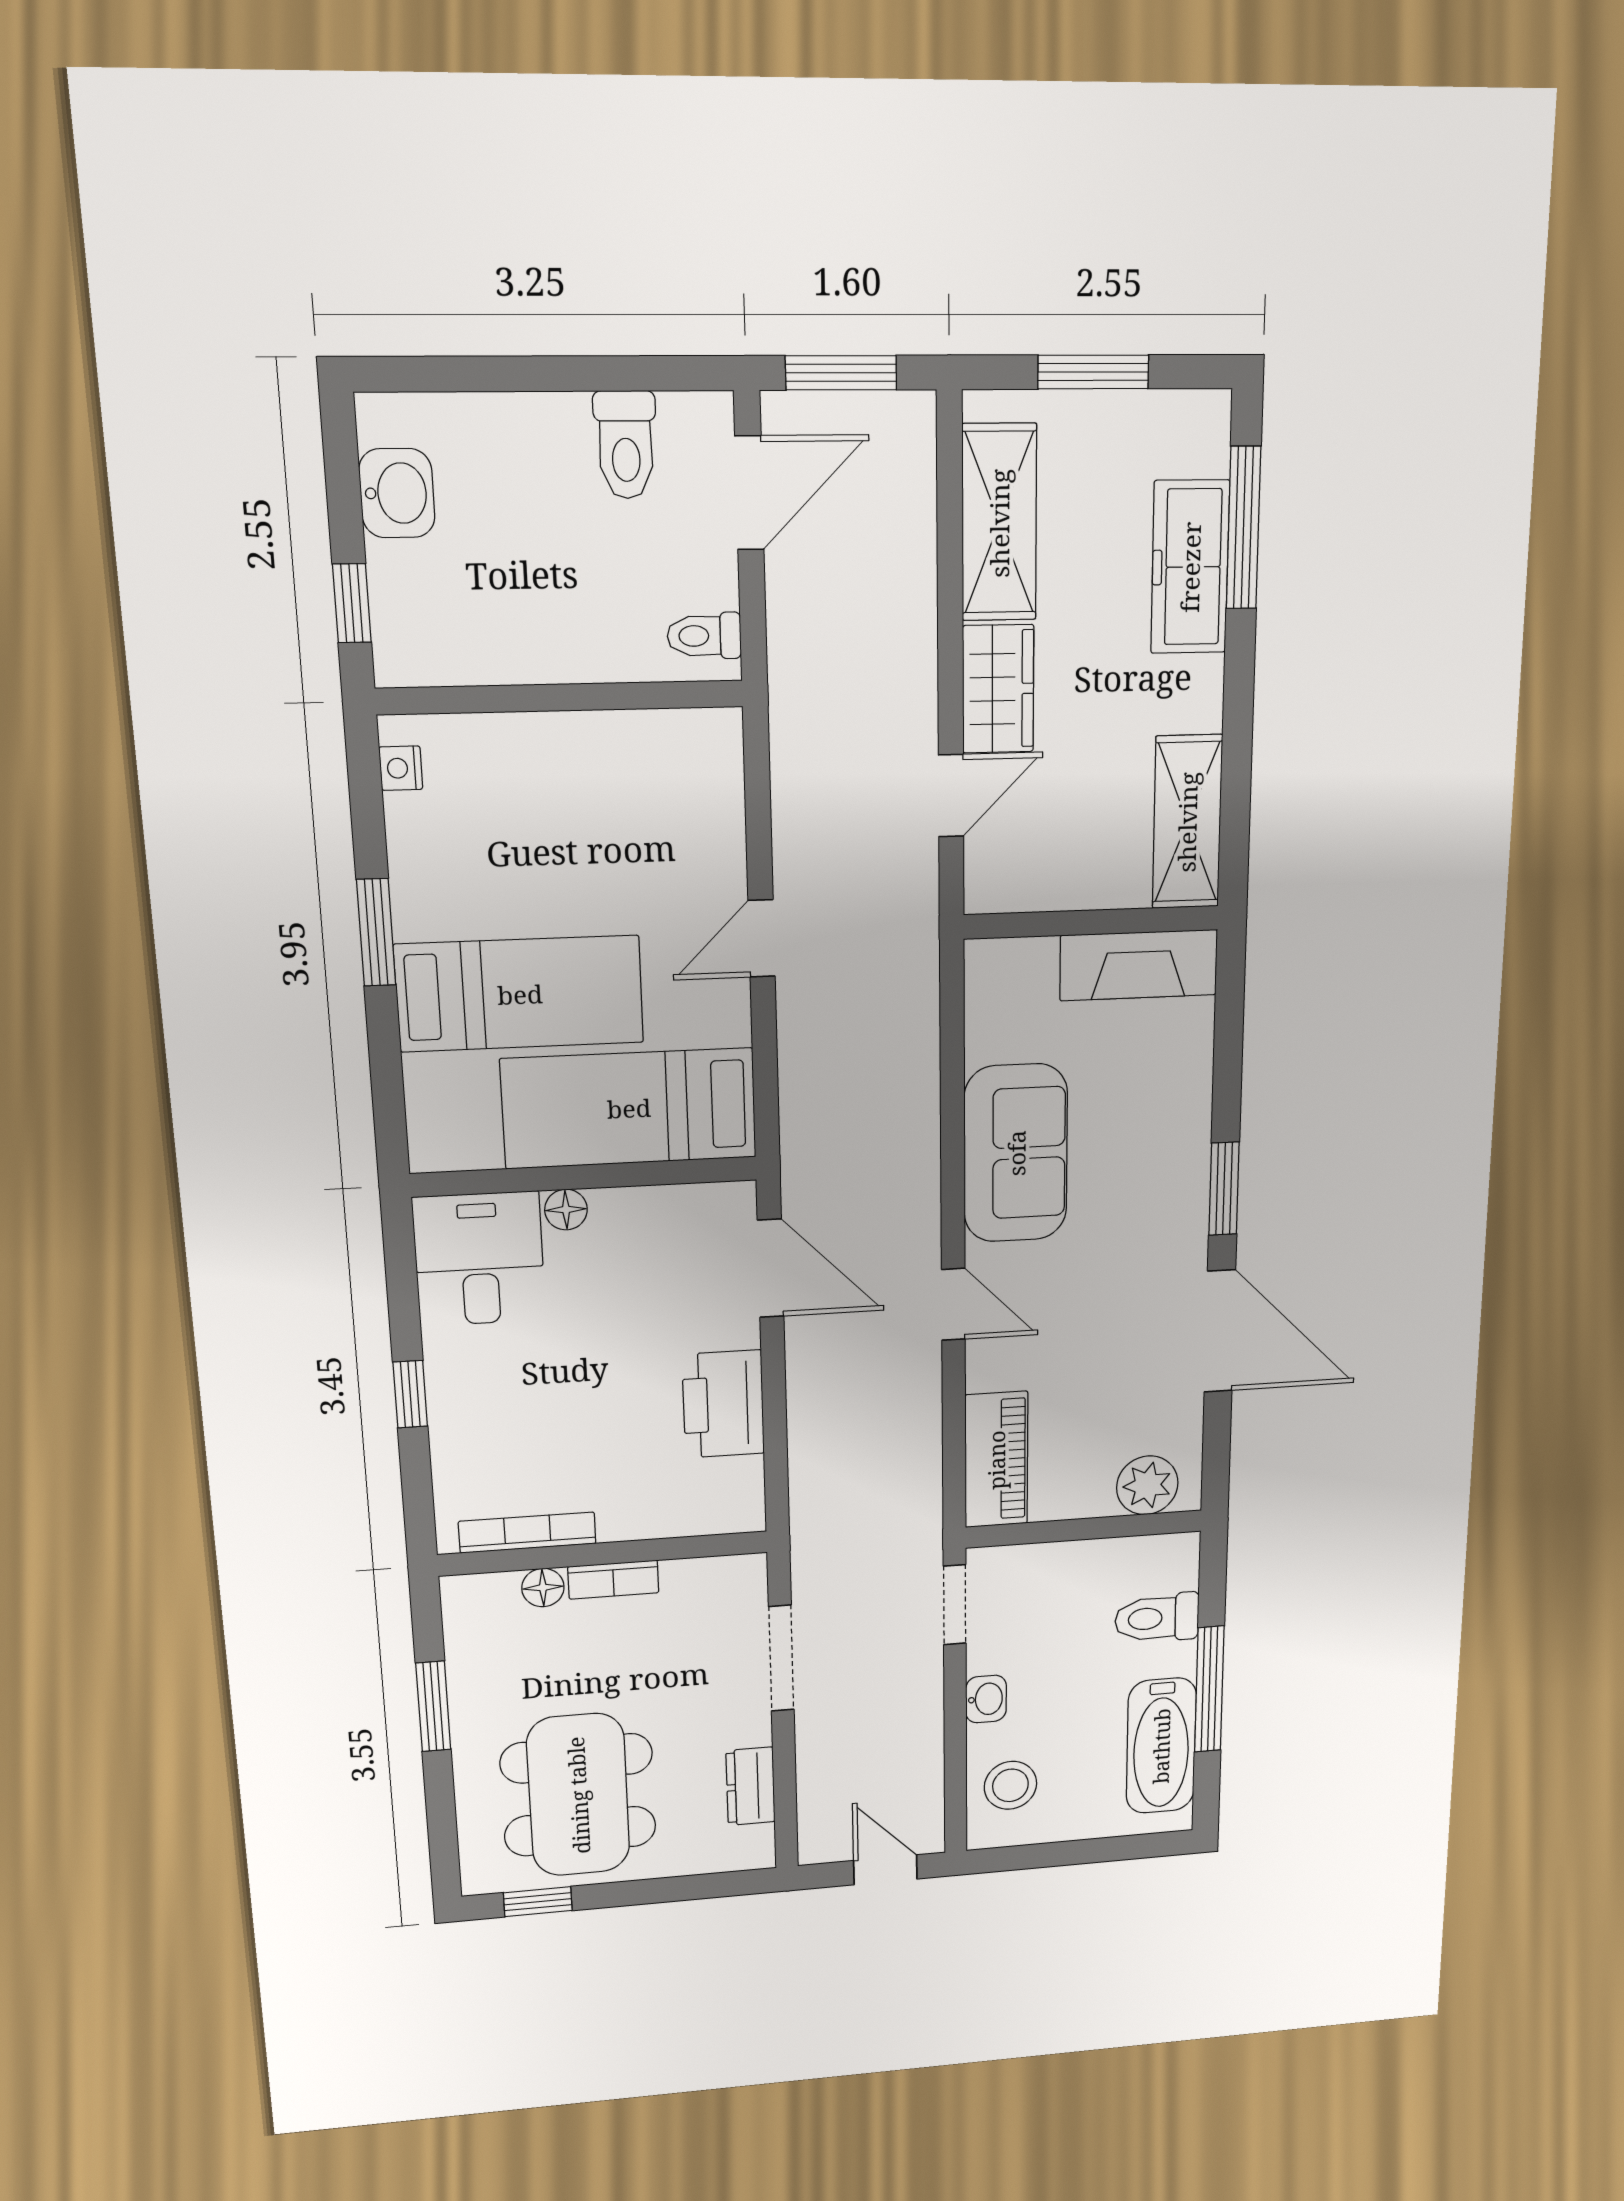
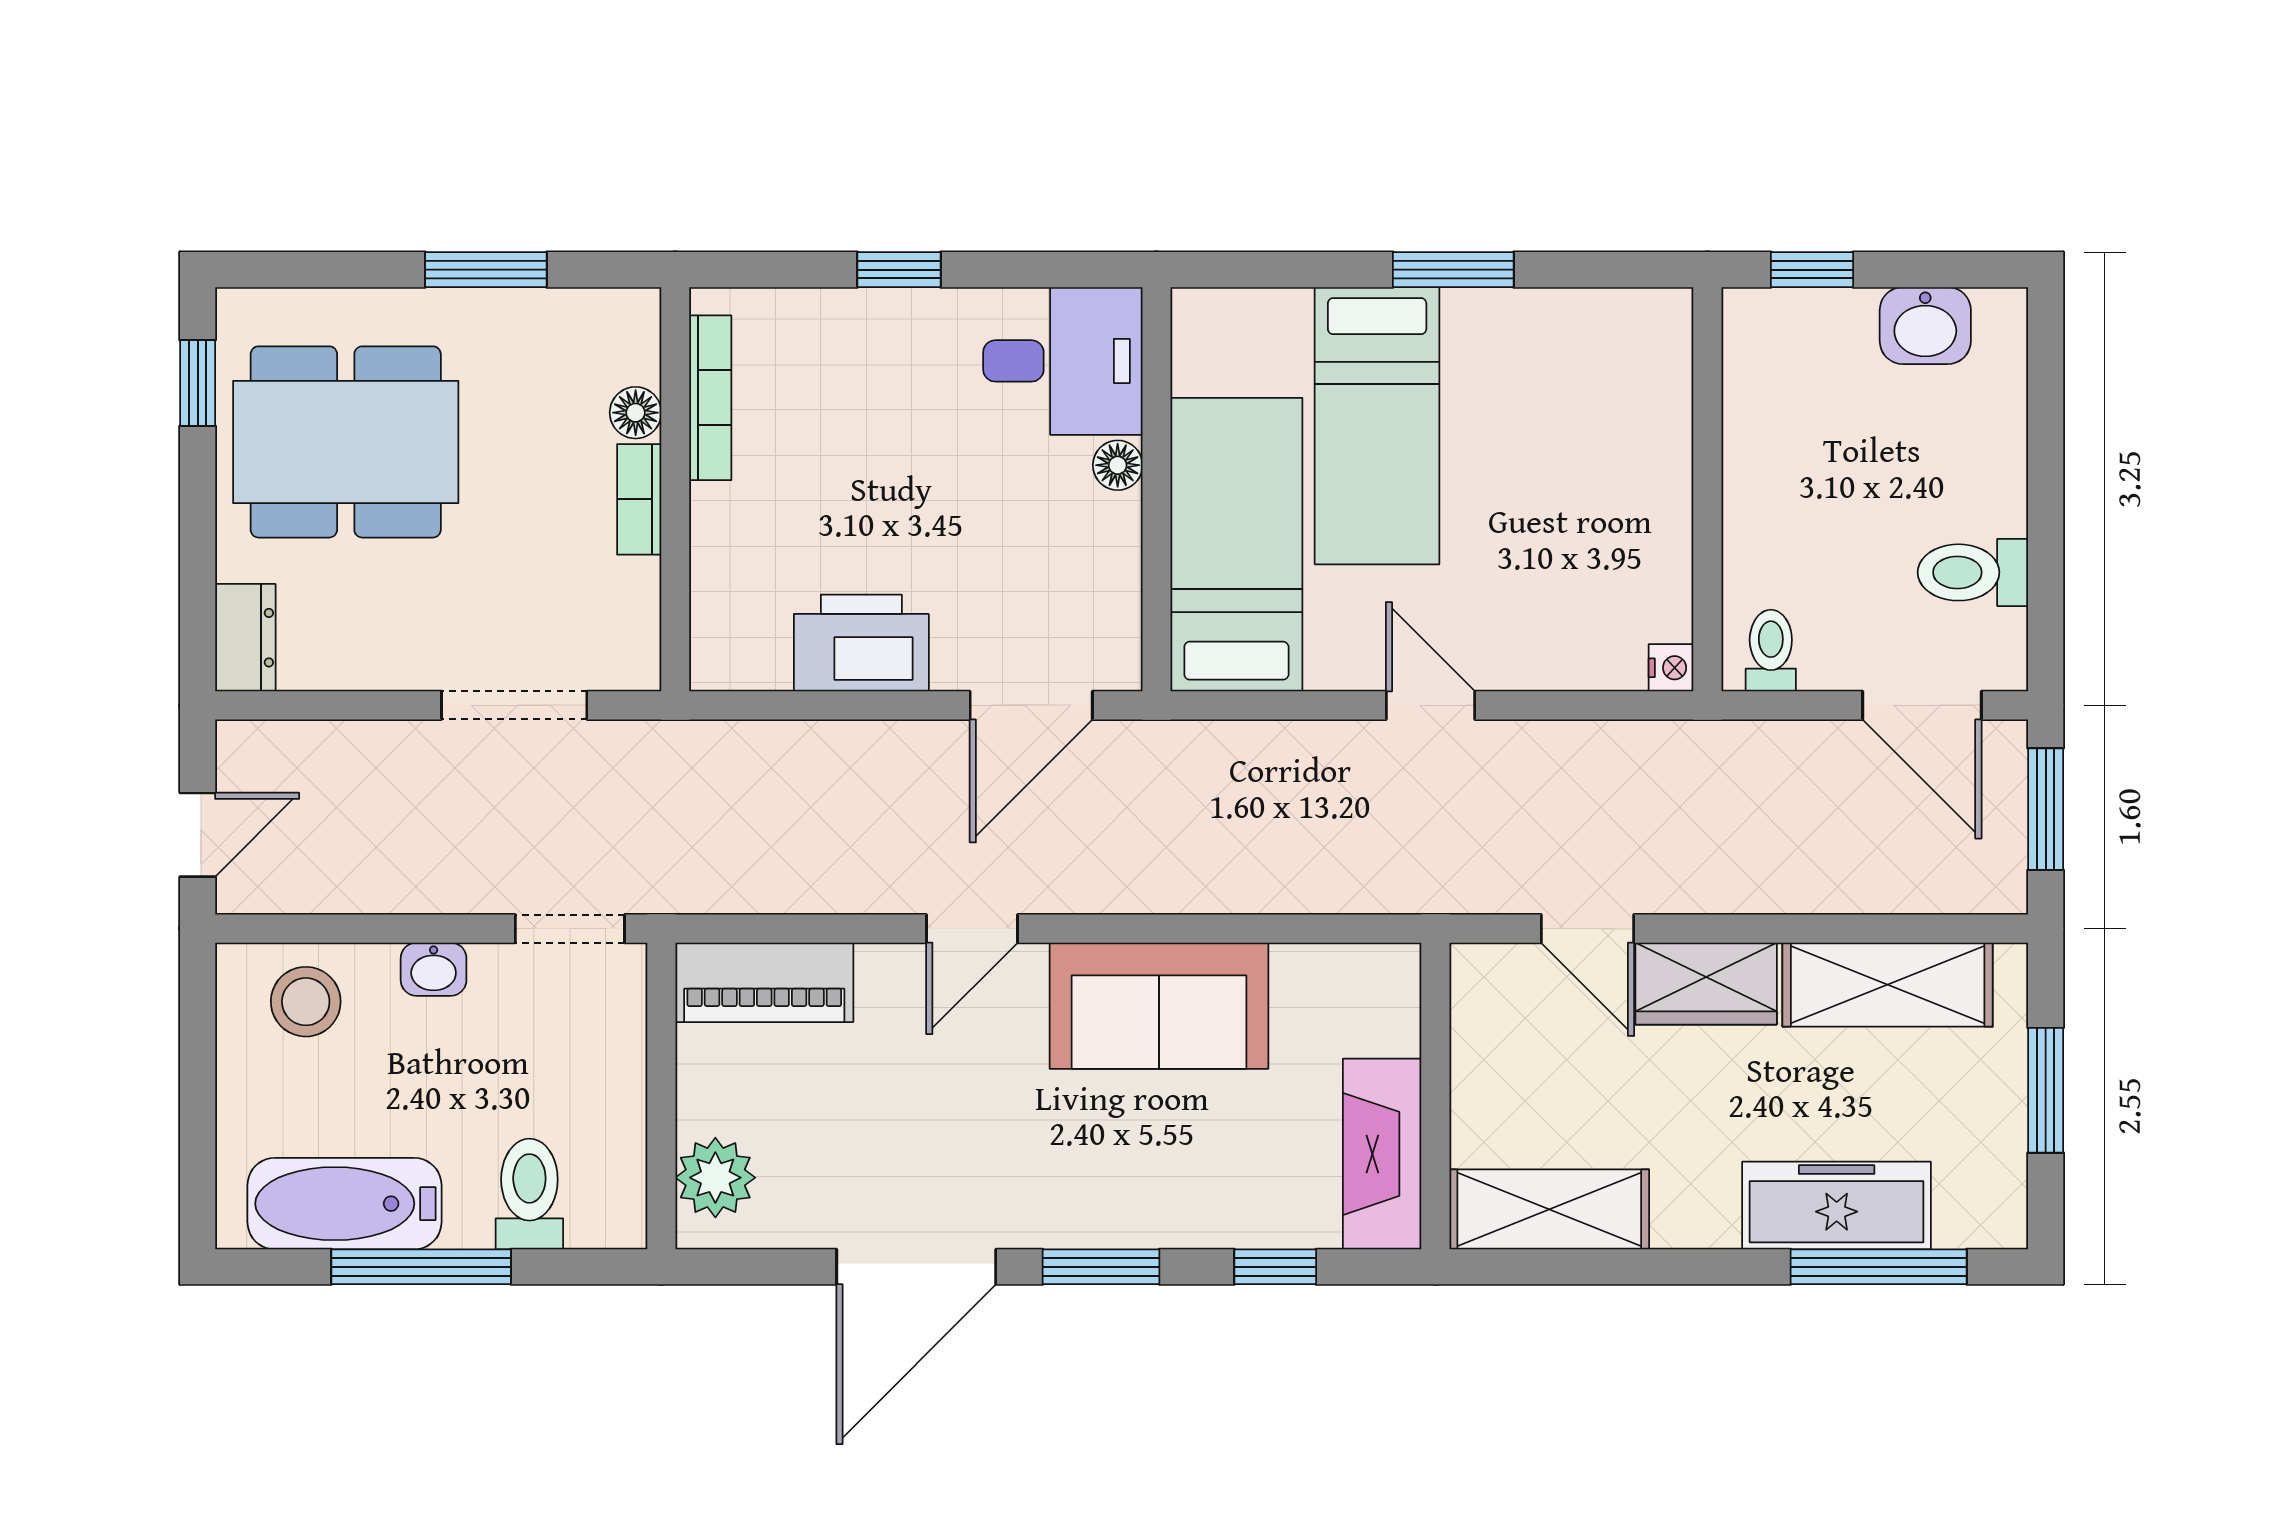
nightstand: (401, 768) -> (1671, 668), moved, turned 90
window: (1228, 1049) -> (1275, 1267), added
dresser: (750, 1786) -> (245, 638), moved, turned 90

